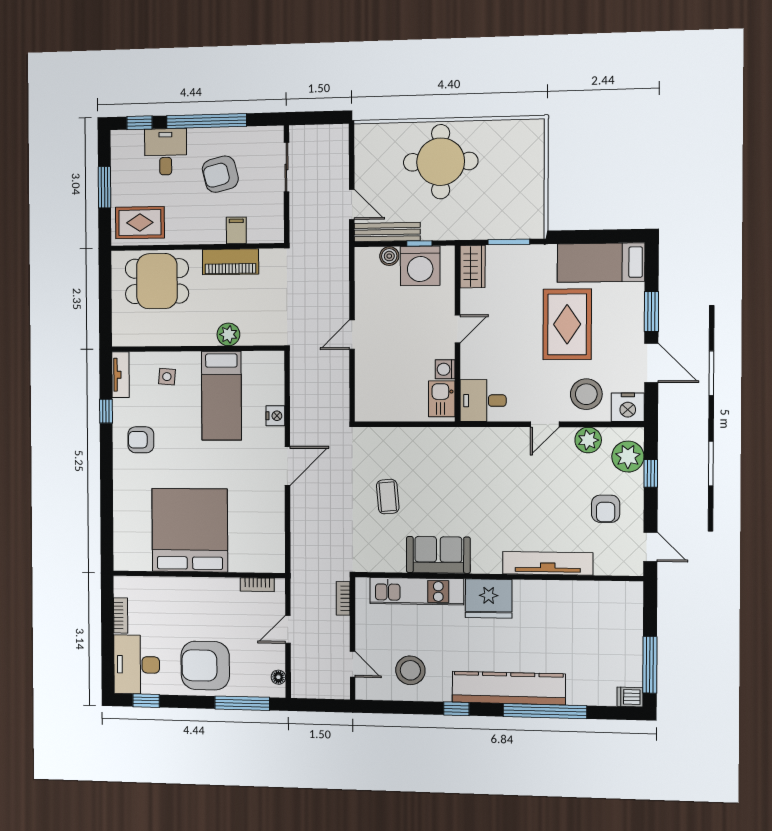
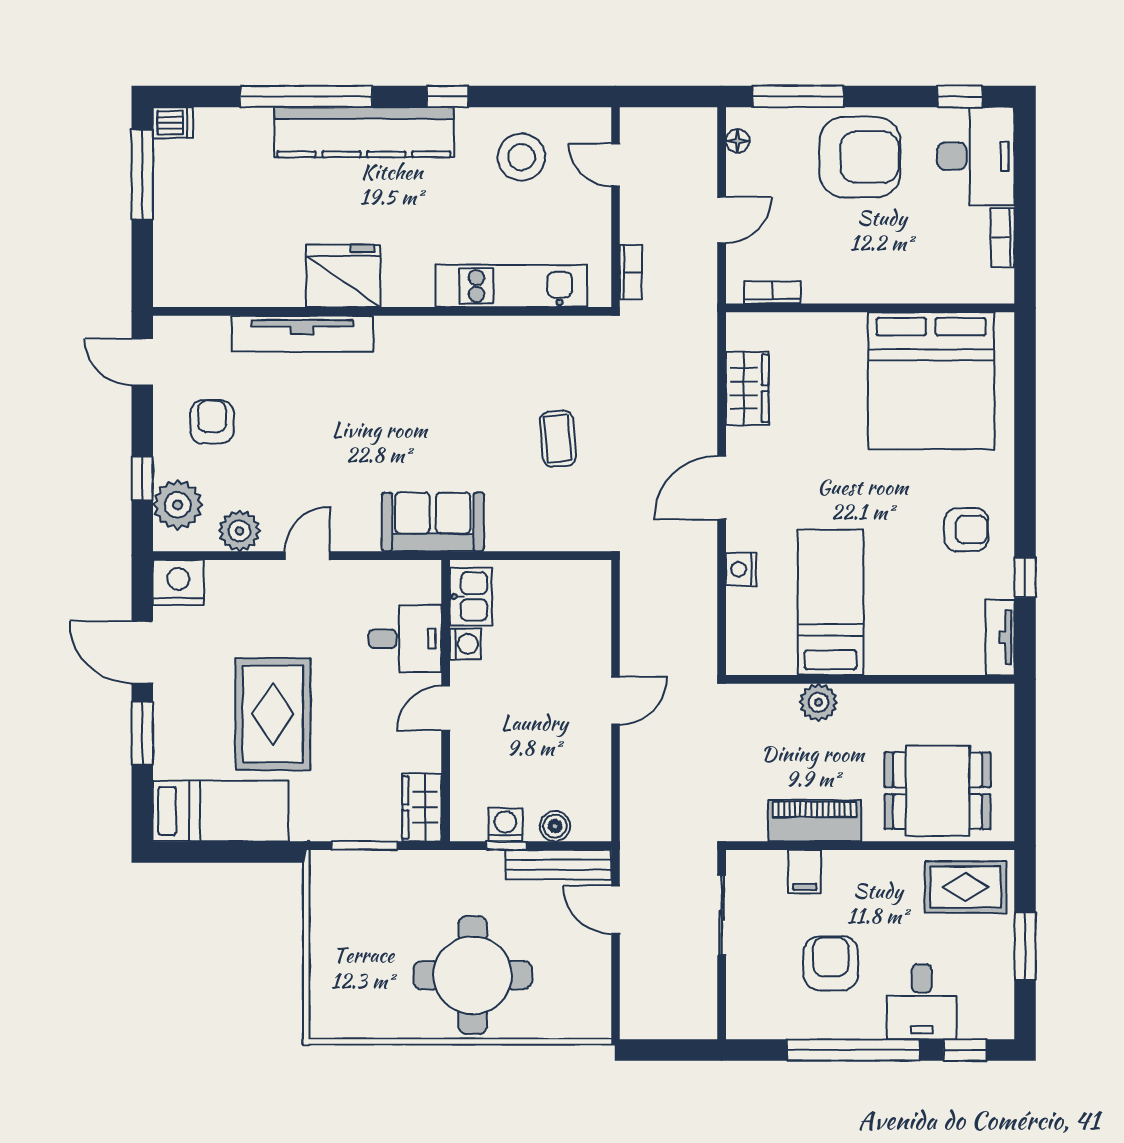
sliding door: (286, 167) -> (722, 915), moved
armchair: (220, 174) -> (831, 963), turned -76
washing machine: (420, 266) -> (505, 825), width x0.53, depth x0.53
side table: (167, 377) -> (922, 634), removed
stool: (586, 394) -> (243, 603), removed
desk: (483, 401) -> (405, 639), moved
wardrobe: (272, 527) -> (747, 388), added
bed: (190, 530) -> (931, 381), moved
sofa: (438, 555) -> (433, 522), moved, turned 180
fridge: (489, 599) -> (343, 276), moved

